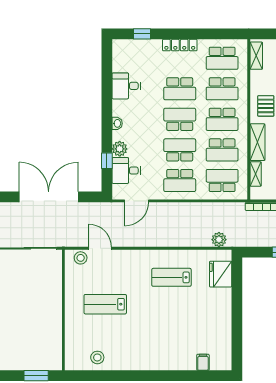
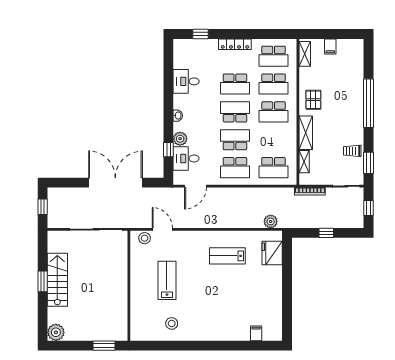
school desk: (222, 150) -> (274, 140), removed
school desk: (222, 180) -> (274, 168), turned 180
lab bench: (105, 304) -> (167, 280), turned 90
stool: (97, 357) -> (172, 323), moved

